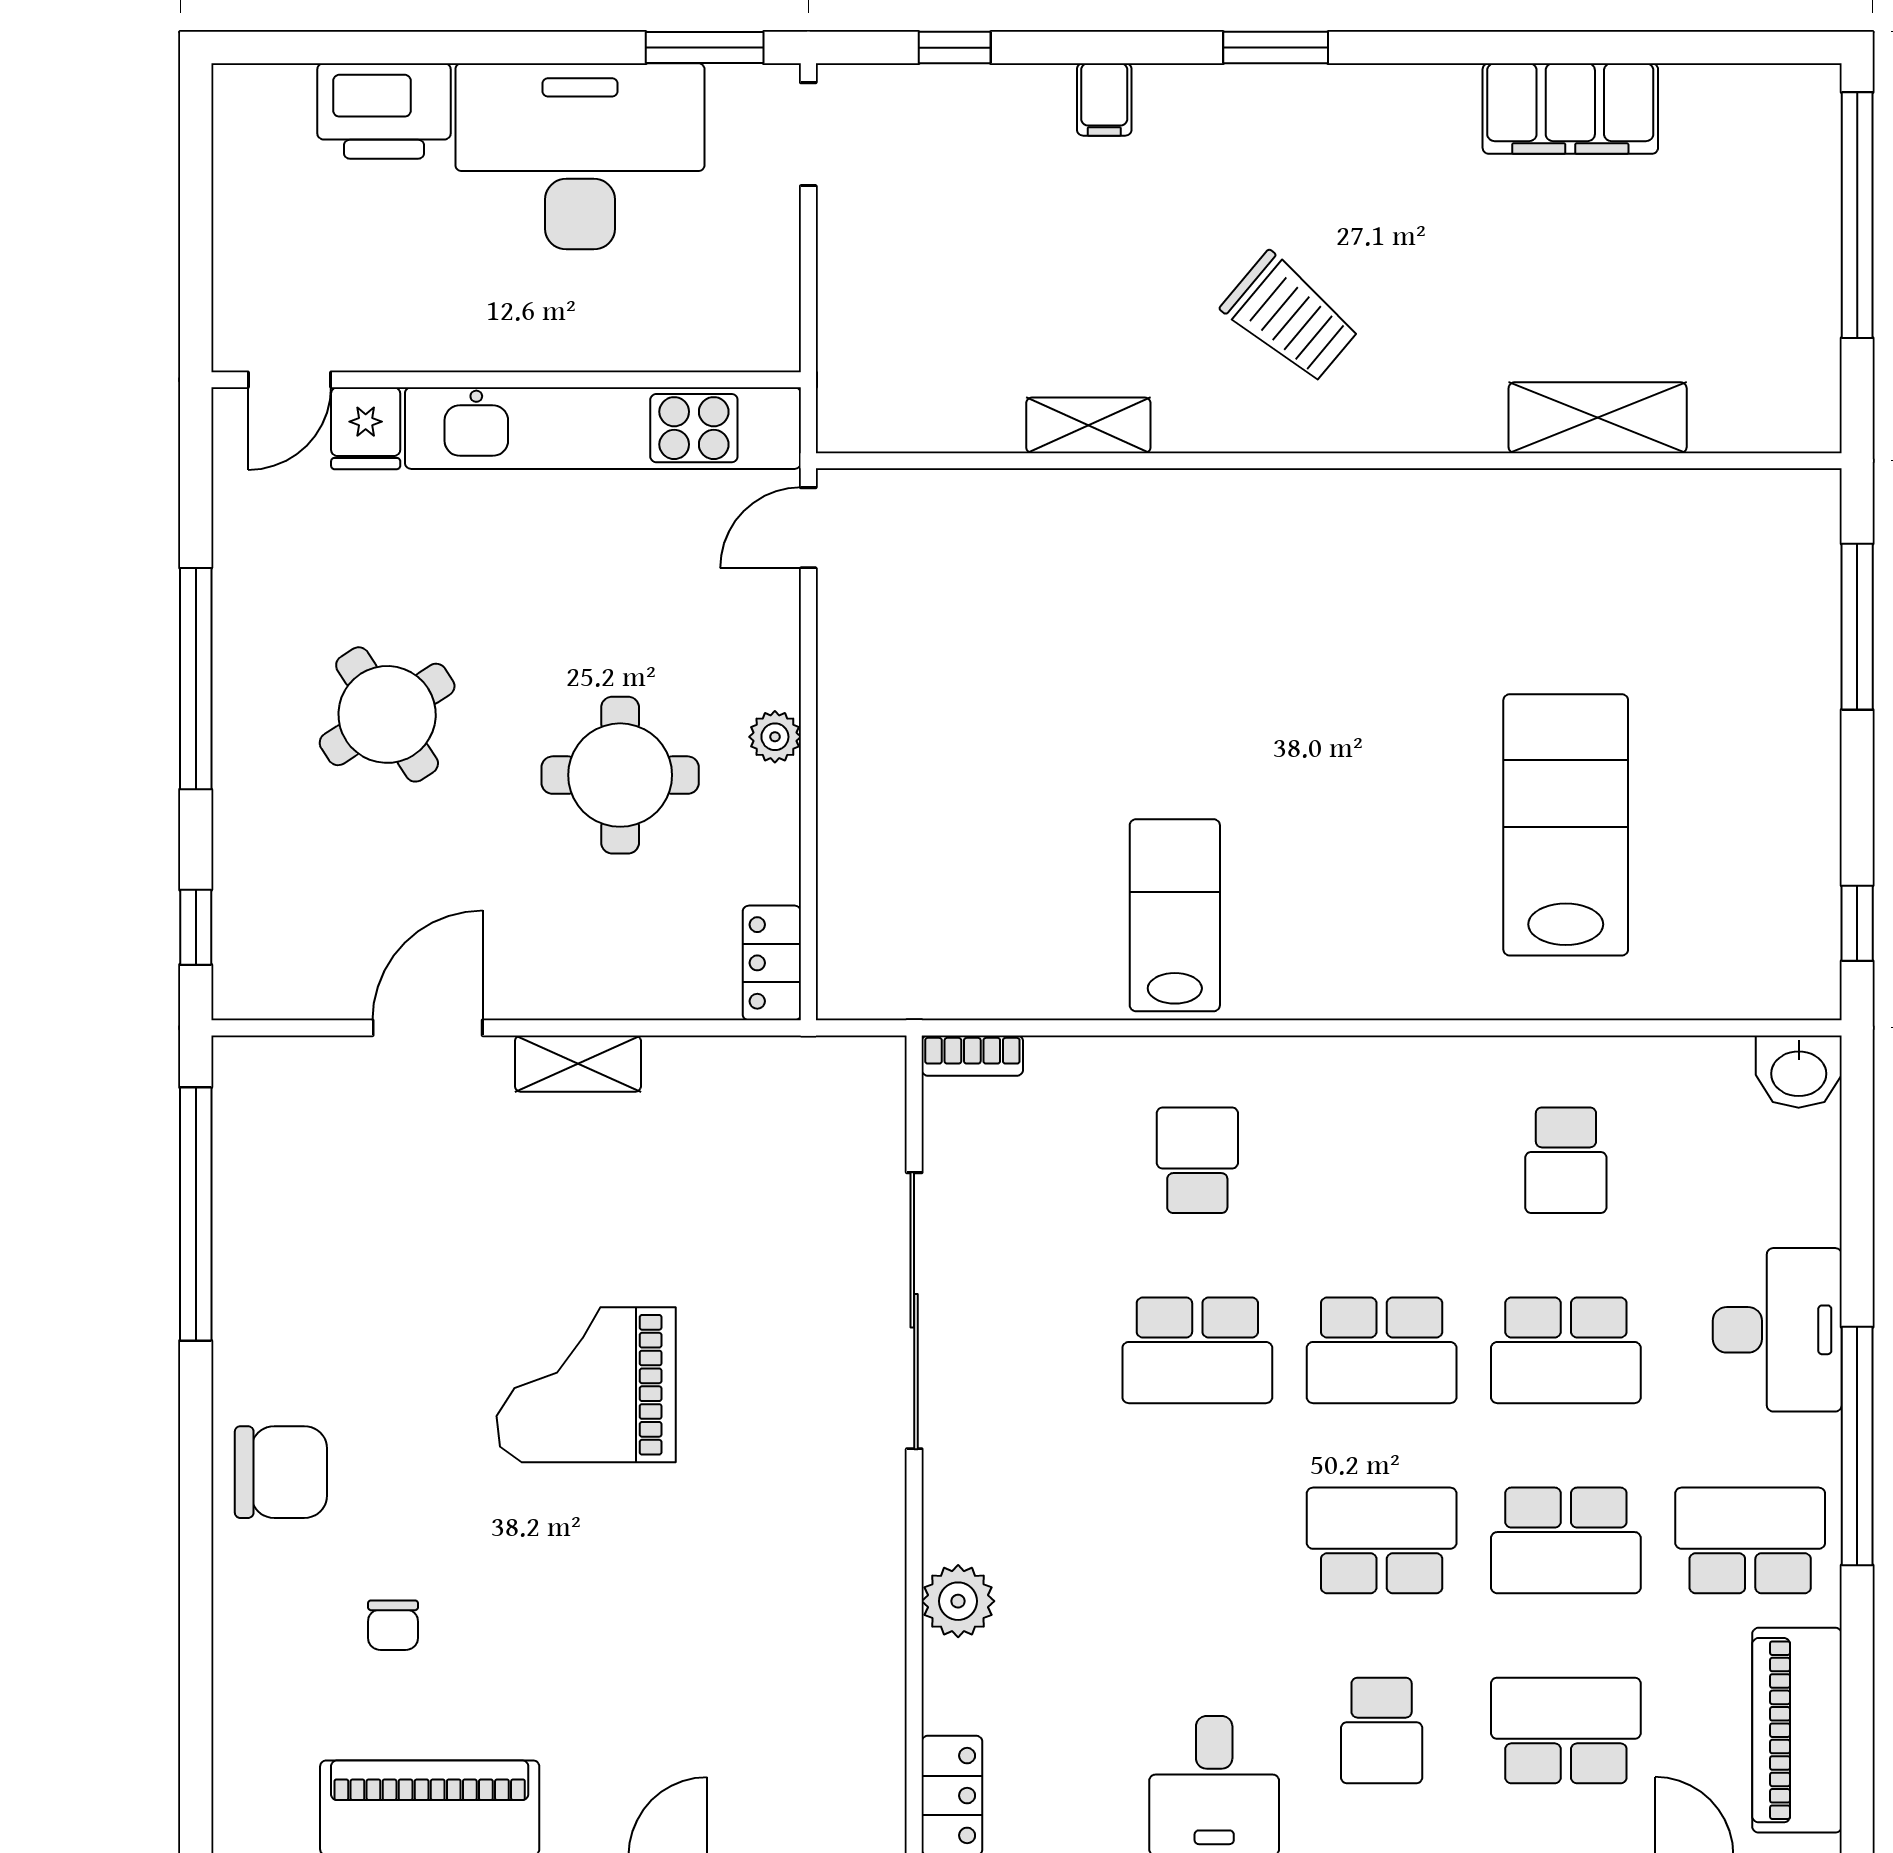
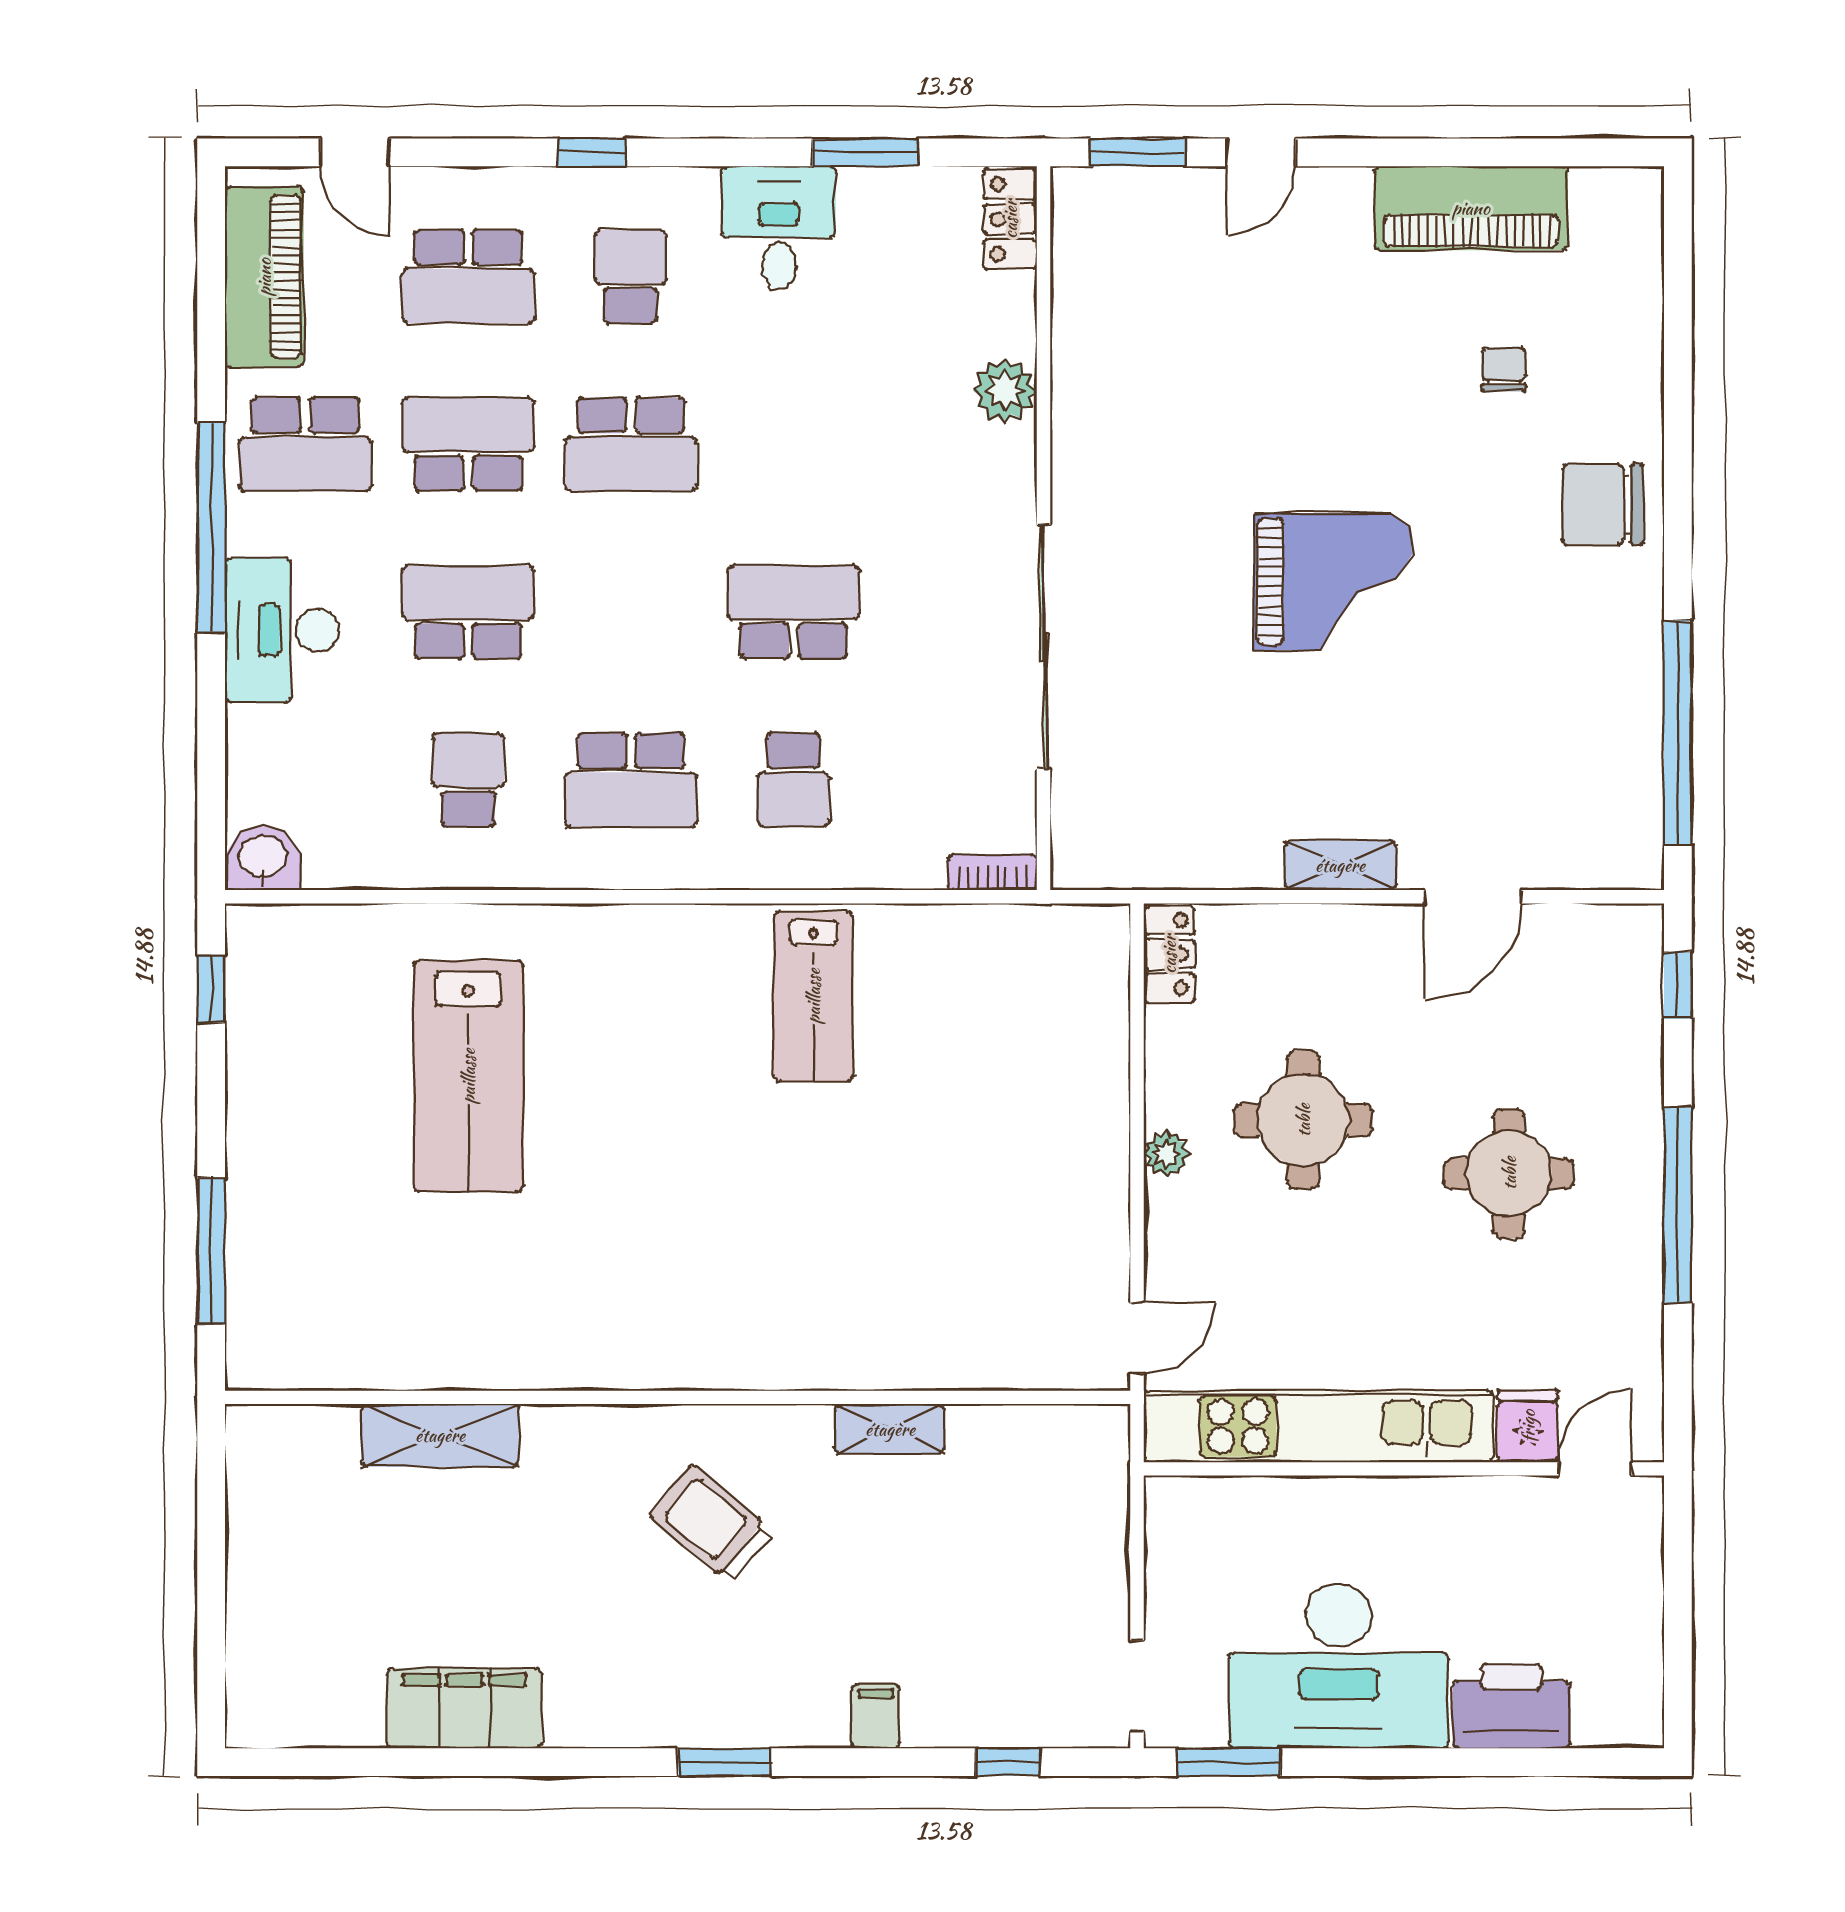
window: (1857, 215) -> (211, 1614), removed
round table: (387, 714) -> (1509, 1173), turned 33
school desk: (1382, 1350) -> (631, 780), moved, turned 180

